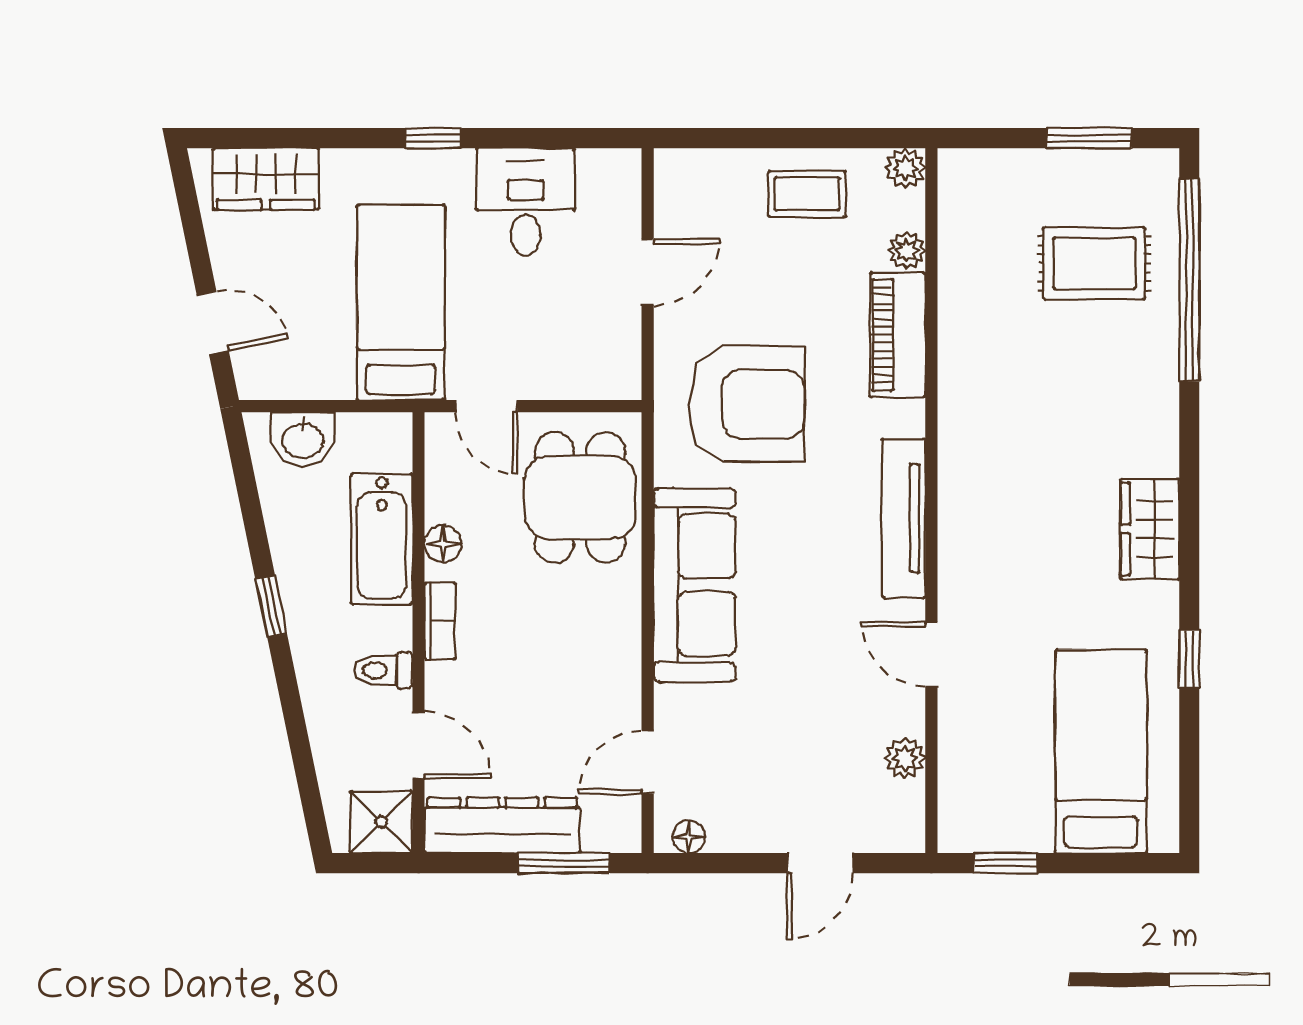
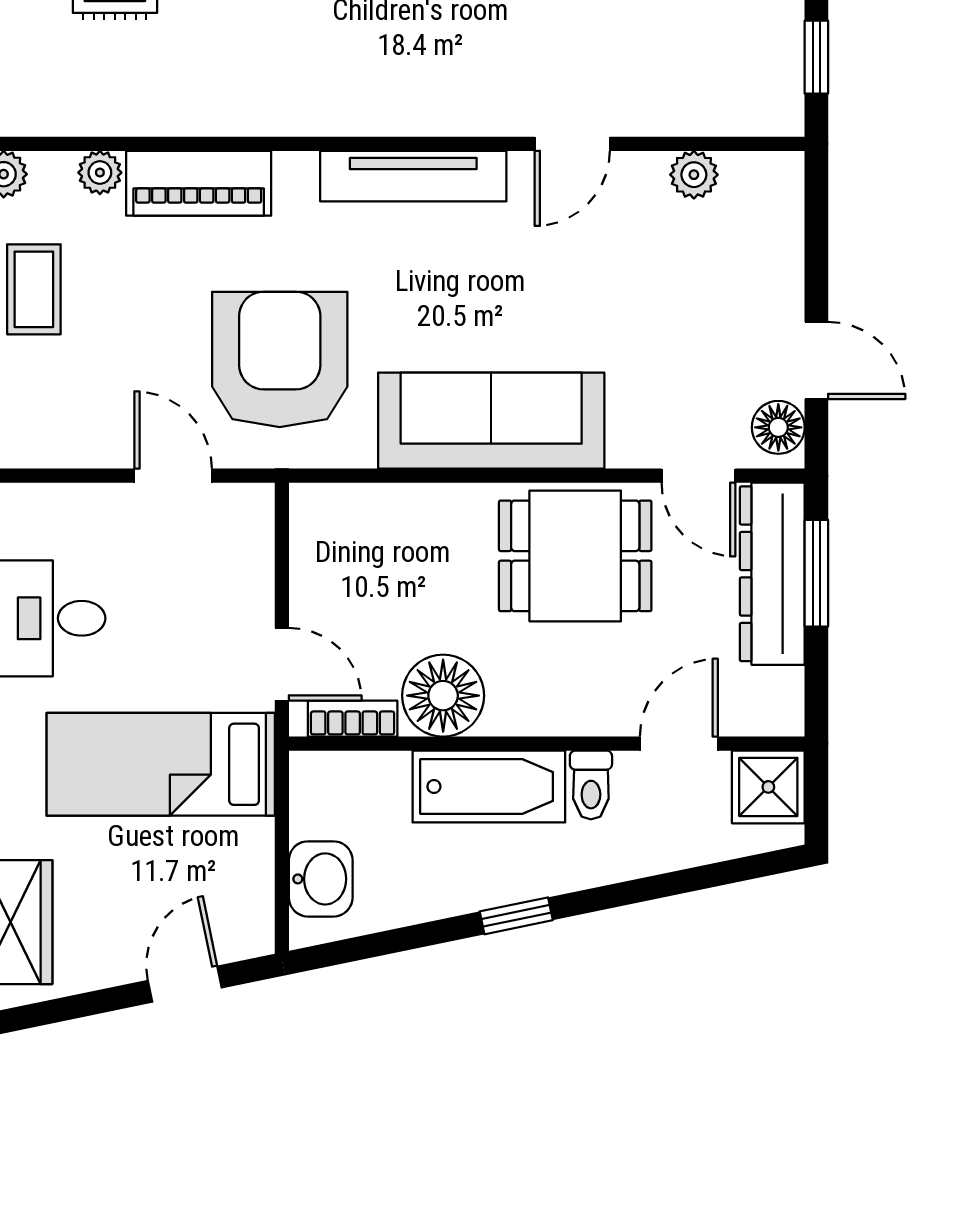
door: (648, 272) -> (173, 476), moved
door: (486, 406) -> (282, 664), hinge flipped
dining table: (580, 497) -> (575, 556), moved
bathtub: (382, 539) -> (489, 787), moved
floor lamp: (443, 544) -> (443, 696), width x1.89, depth x1.89
bookcase: (440, 621) -> (353, 719), moved
dresser: (502, 825) -> (772, 574), moved
floor lamp: (689, 837) -> (778, 427), width x1.37, depth x1.37
door: (820, 863) -> (816, 360), moved

